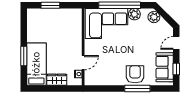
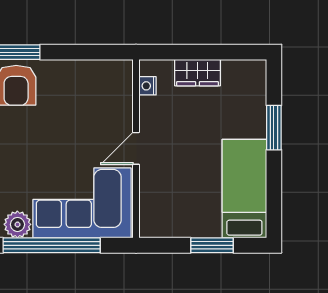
door: (83, 63) -> (136, 148), moved
bed: (36, 64) -> (244, 189), moved, turned 180

